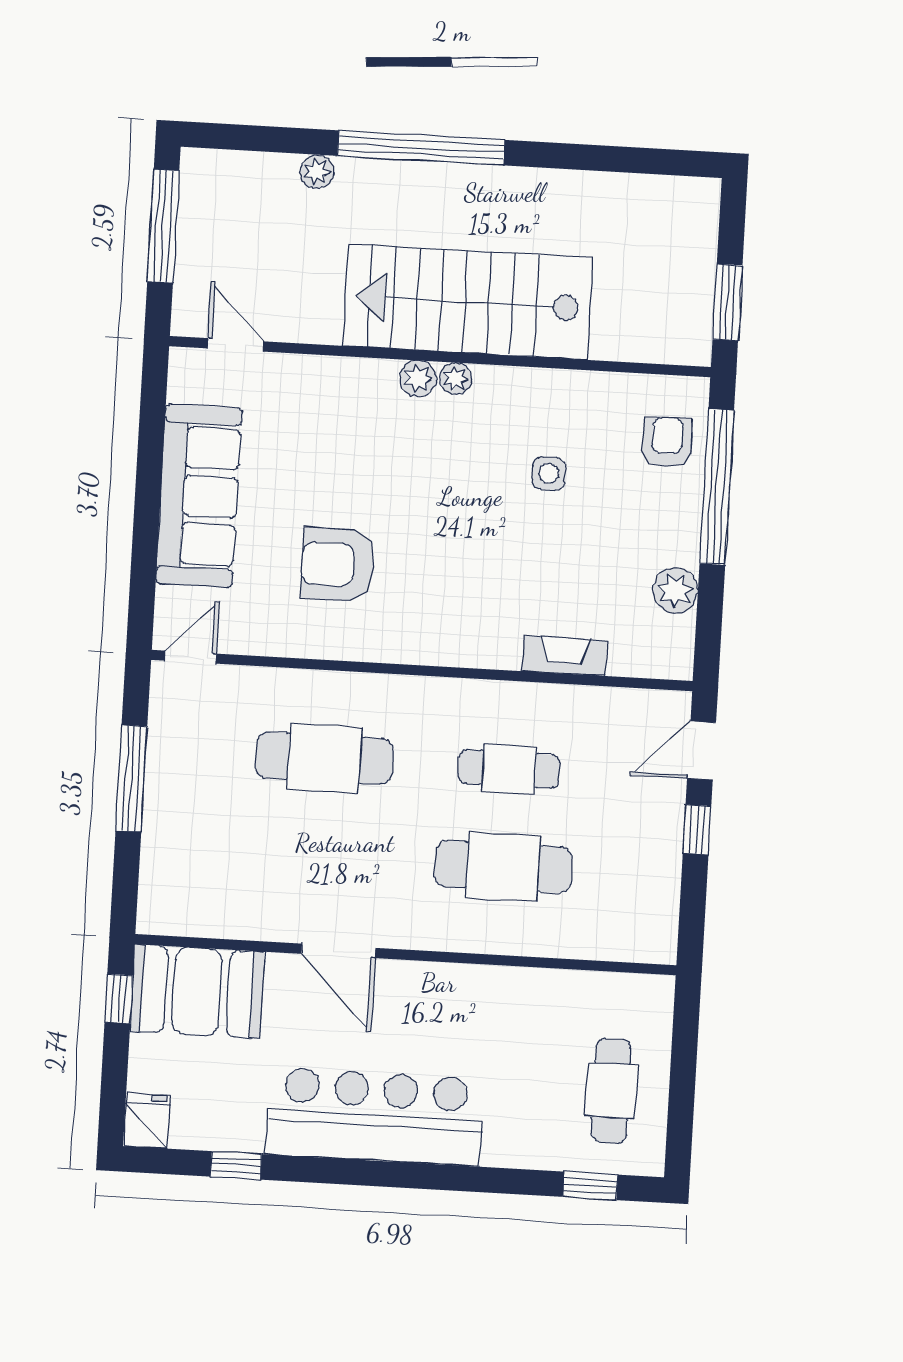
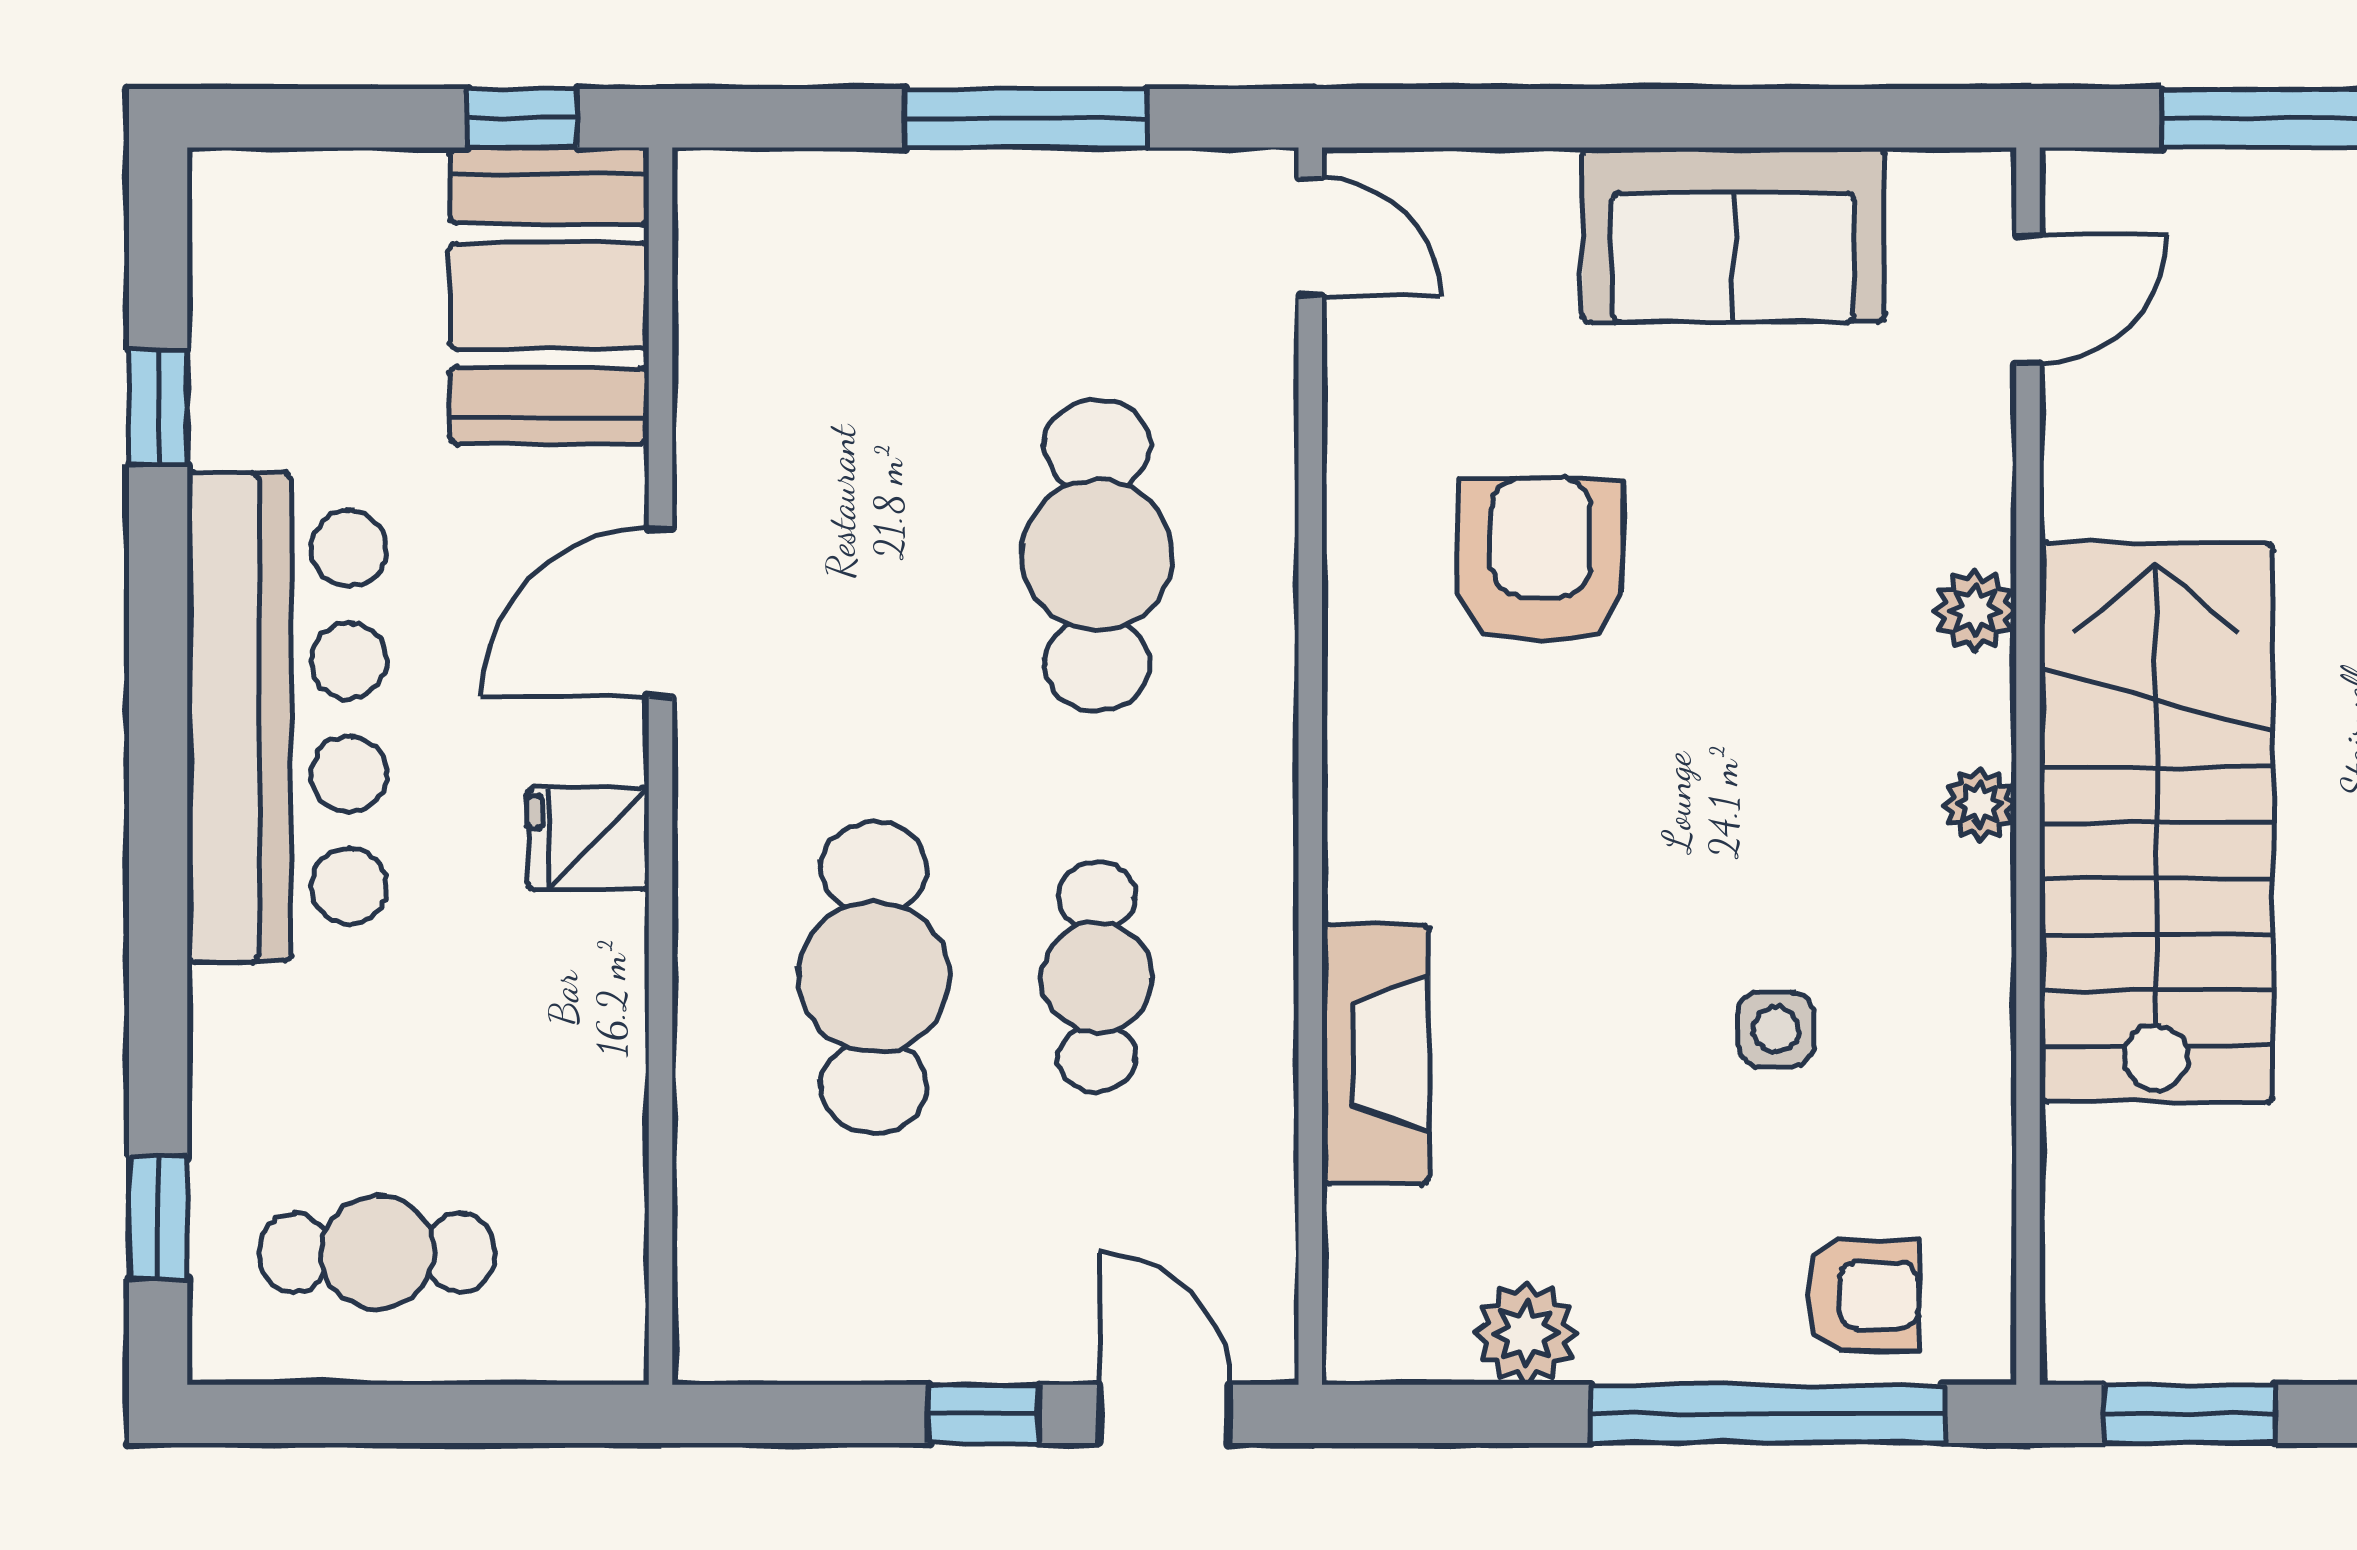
plant: (418, 379) -> (1975, 611), moved
sofa: (199, 496) -> (1734, 235), width x0.73
fireplace: (565, 656) -> (1375, 1054), width x1.37, depth x1.32
fridge: (147, 1121) -> (588, 838), moved, turned 180

